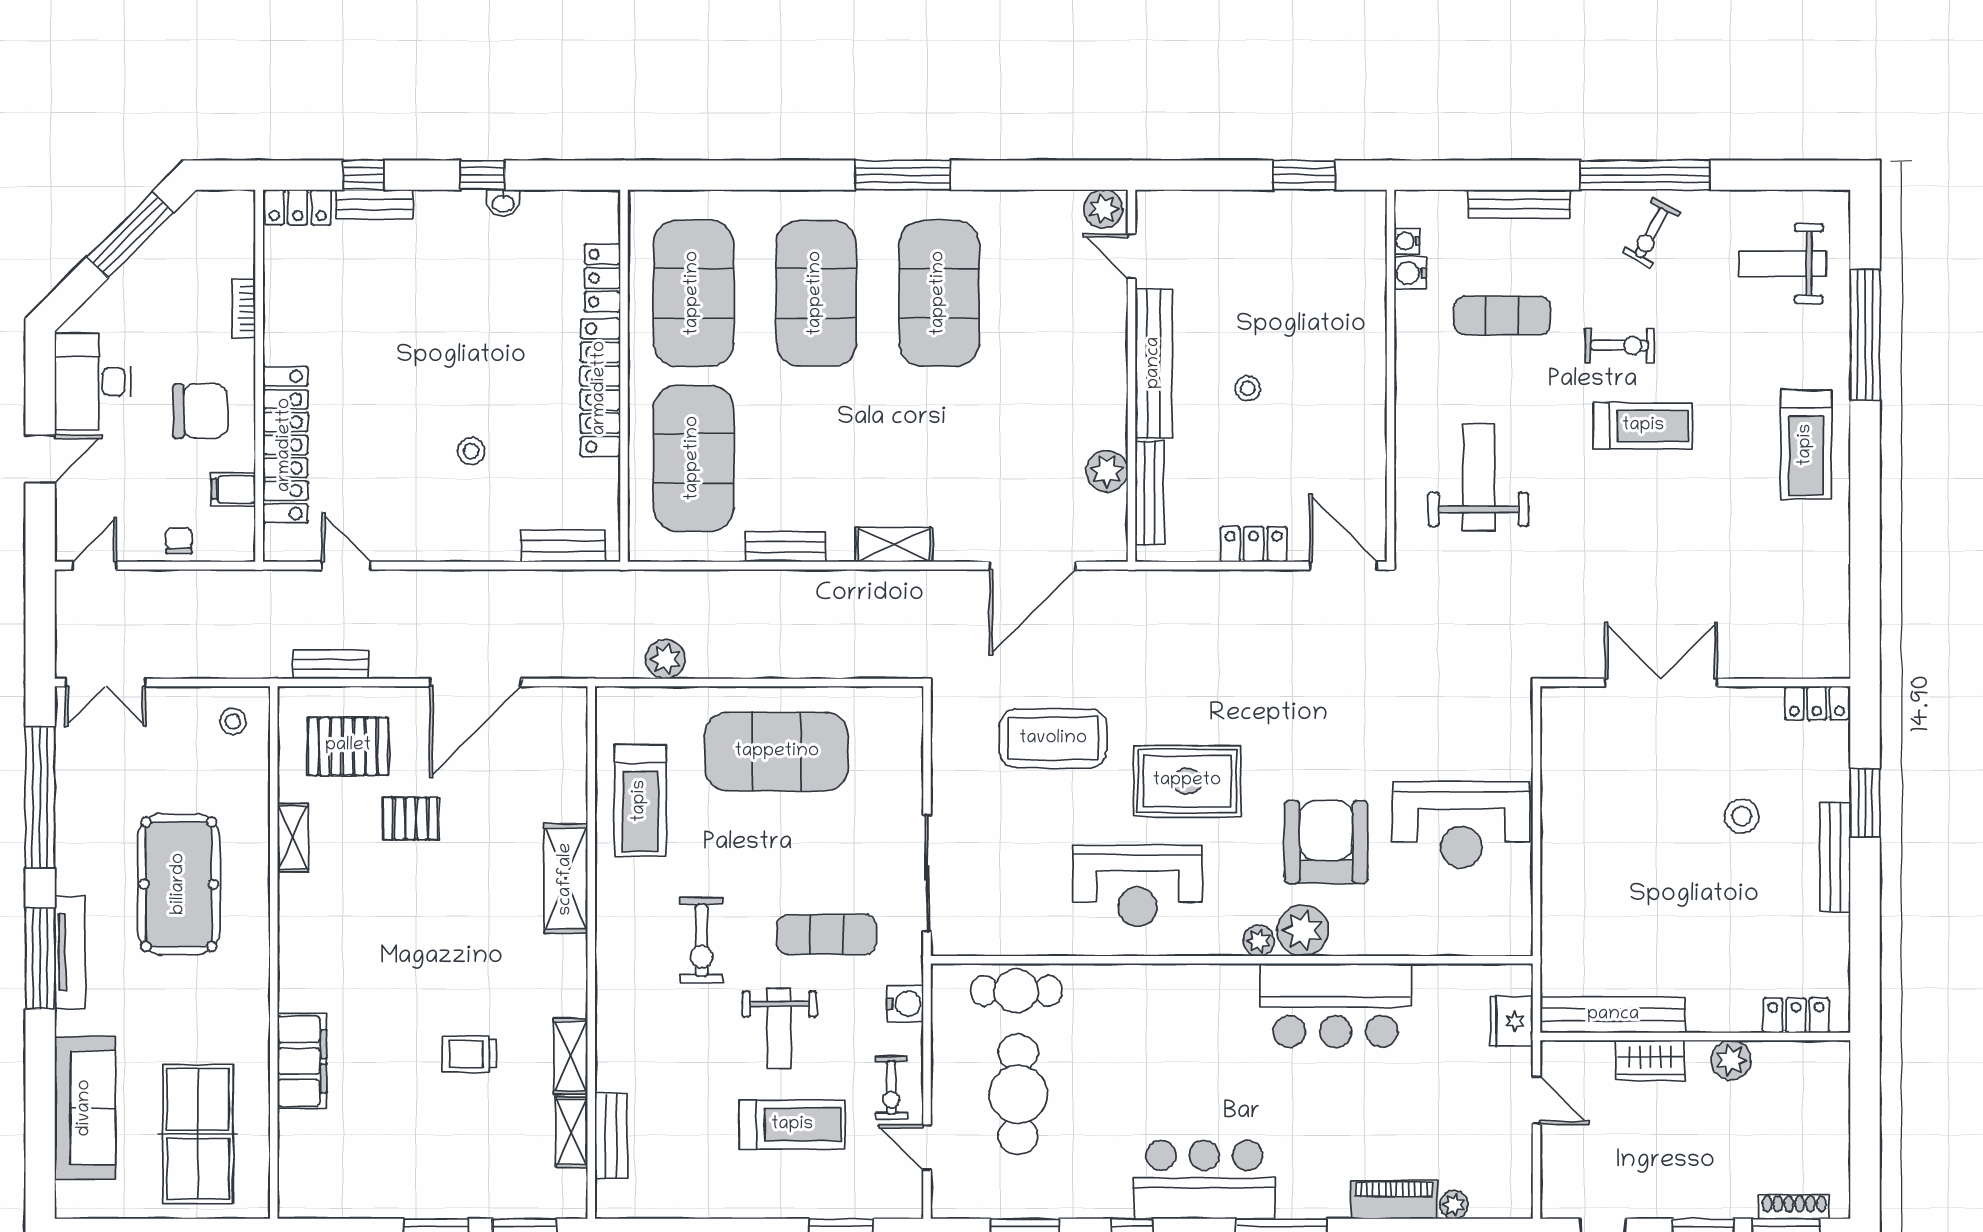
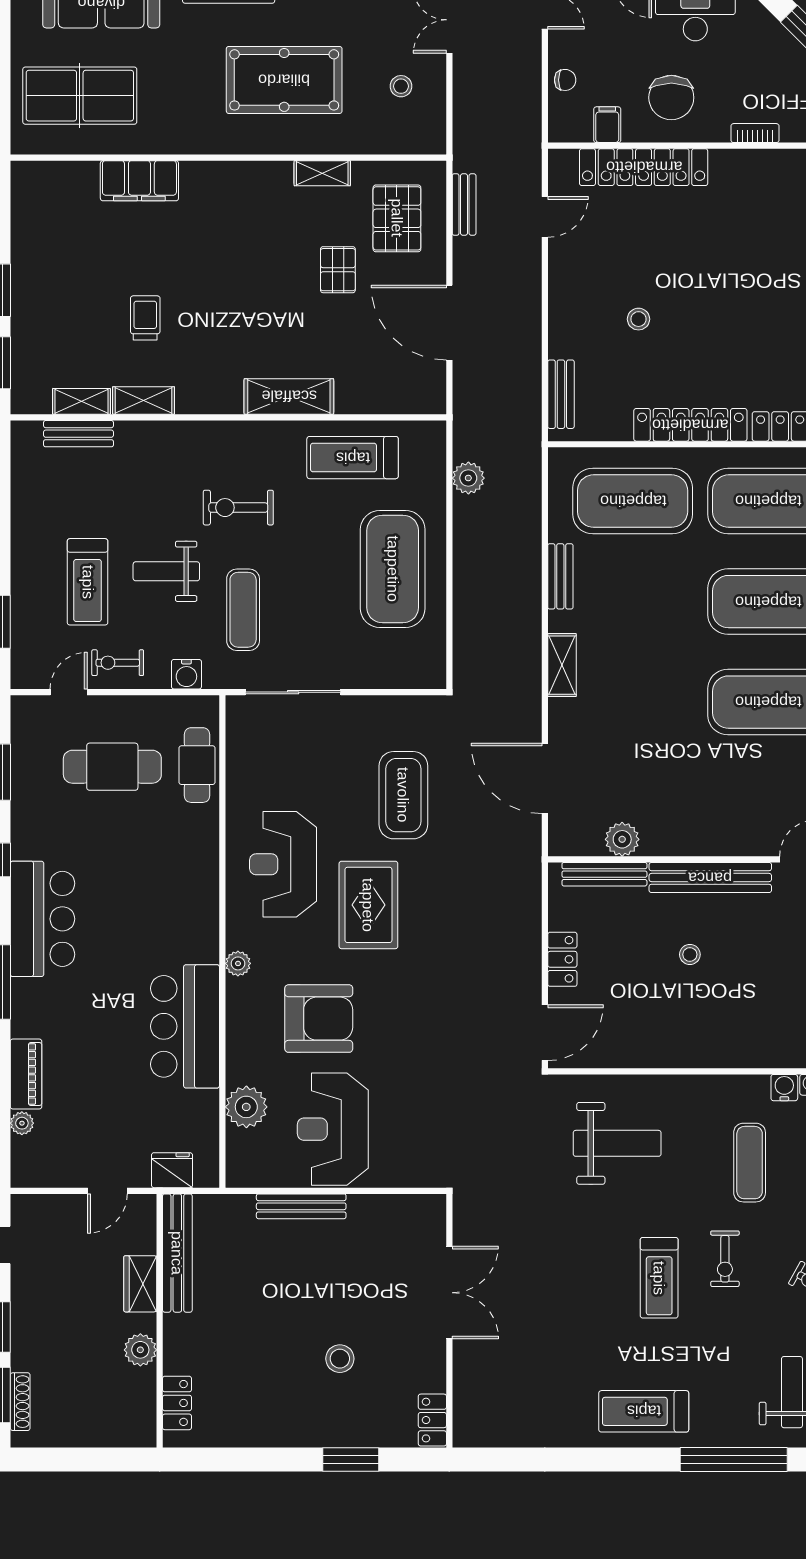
stool: (233, 721) -> (401, 86), moved
bench: (1835, 857) -> (301, 1206), moved
plant: (1303, 931) -> (246, 1107), moved

